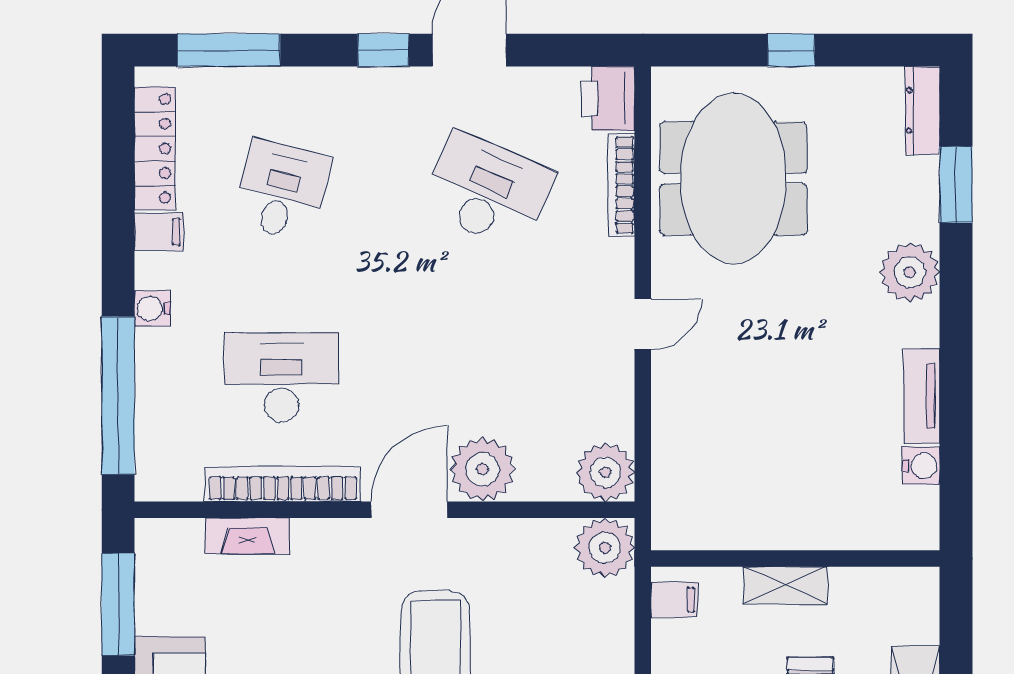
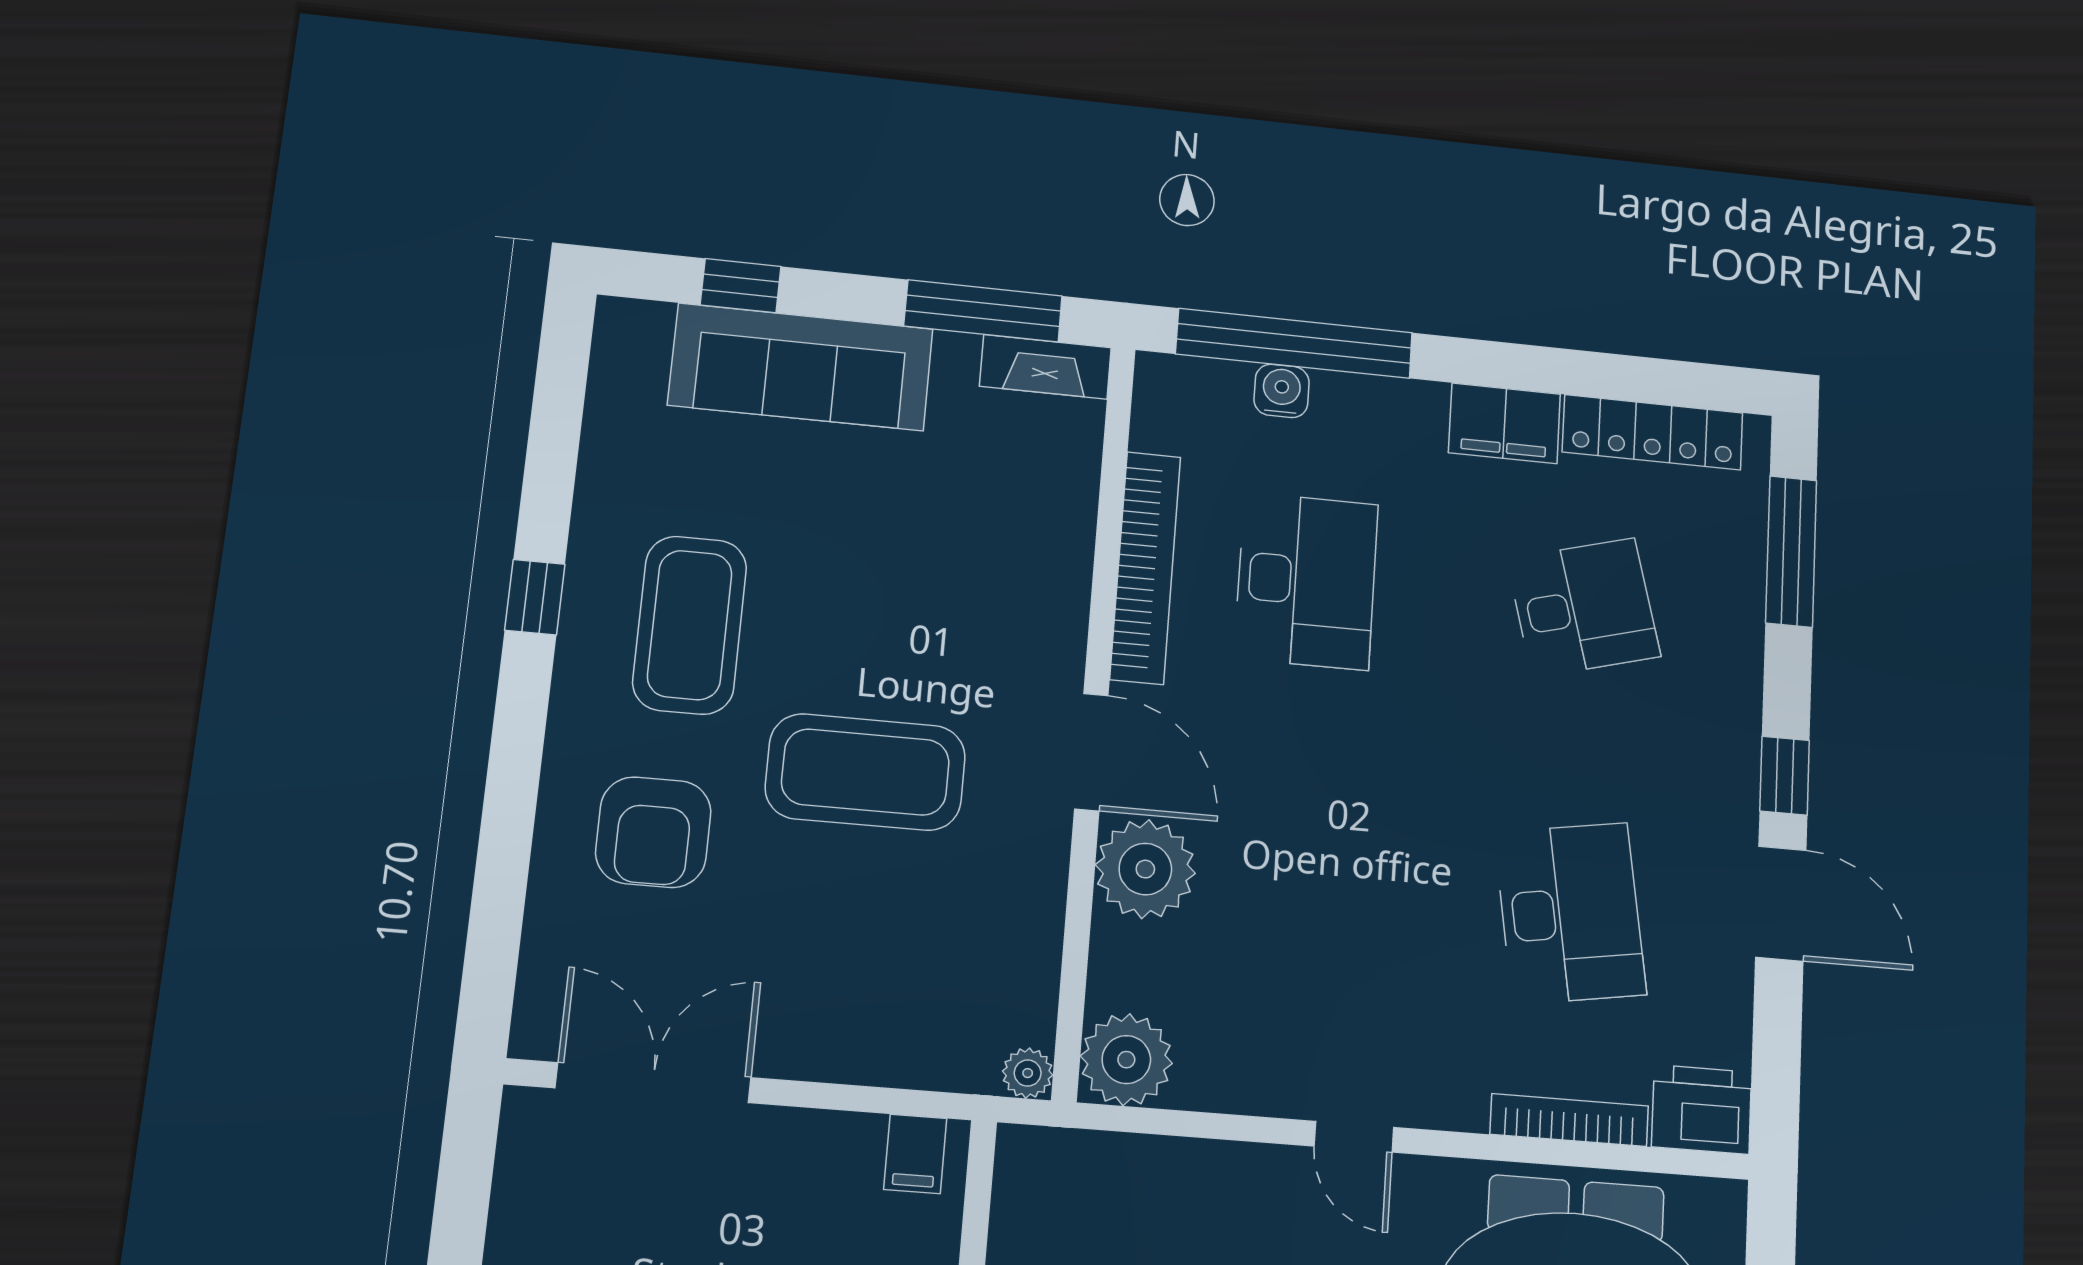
desk: (282, 191) -> (1584, 608), turned -30
desk: (488, 191) -> (1570, 913), turned -33
filing cabinet: (159, 232) -> (1504, 423), width x2.00
water cooler: (152, 308) -> (1282, 391), moved
fireplace: (248, 536) -> (1045, 367), moved, turned -90
plant: (605, 548) -> (1028, 1073), width x0.53, depth x0.53

